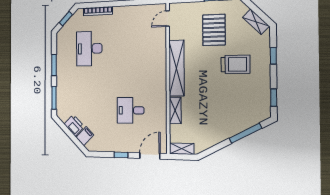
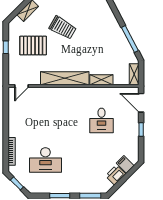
door: (168, 19) -> (21, 86), hinge flipped
trolley: (235, 64) -> (63, 28), turned 120
window: (245, 133) -> (130, 39), moved

